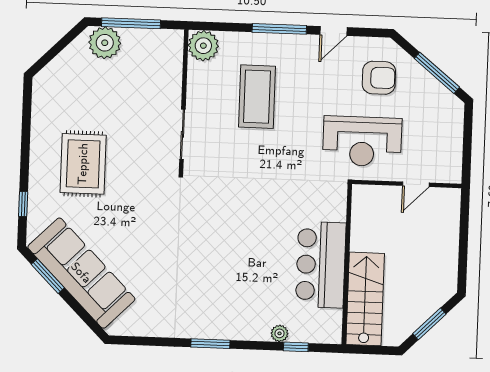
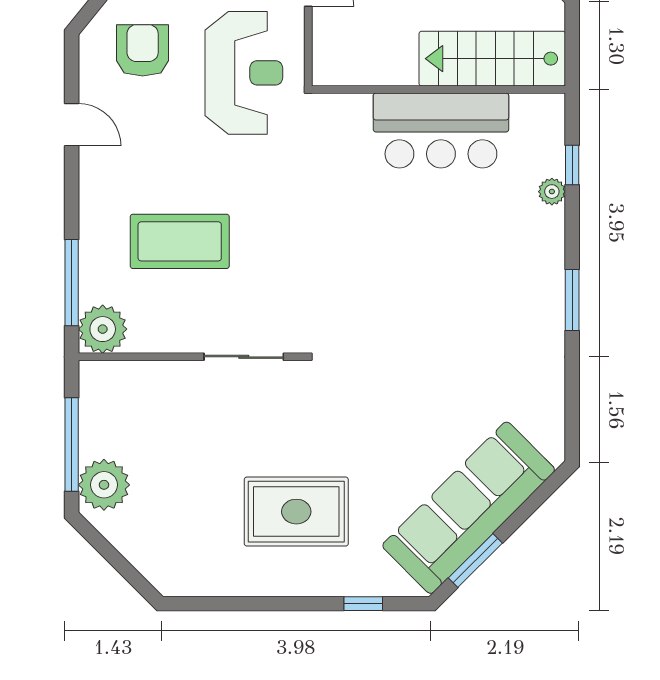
window: (279, 29) -> (72, 283), moved

